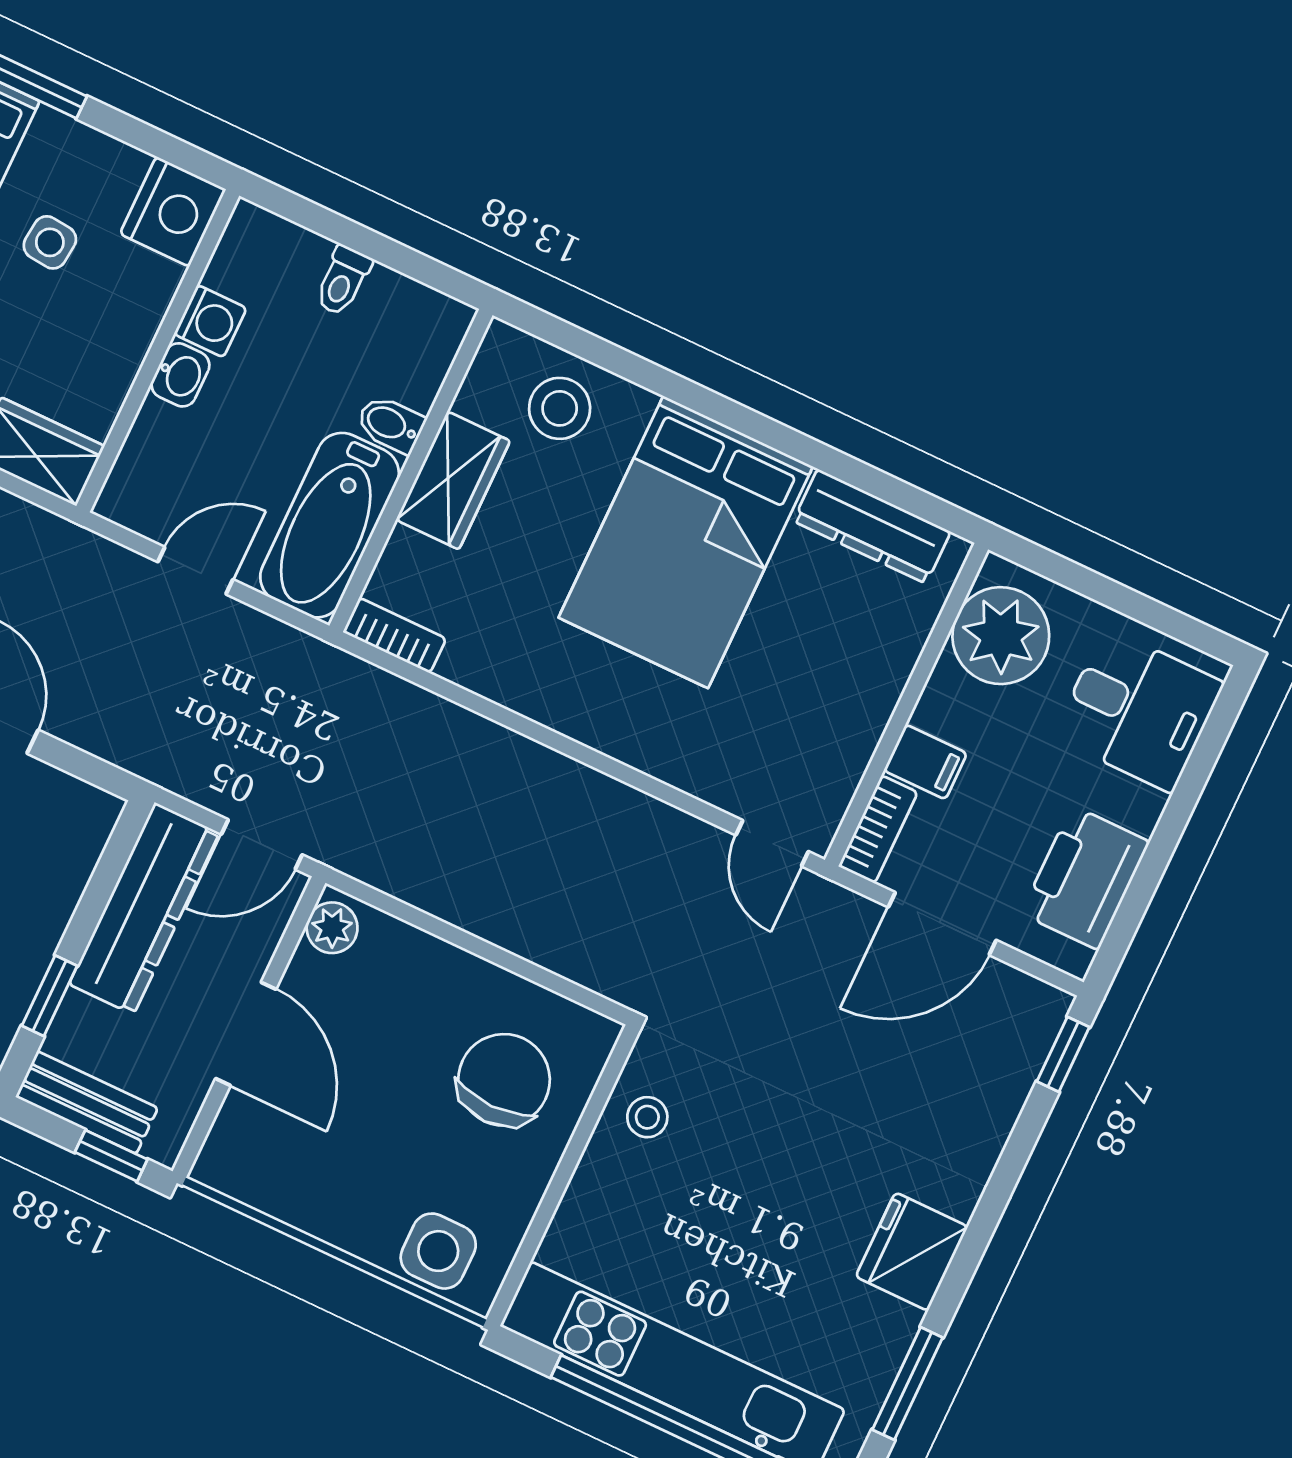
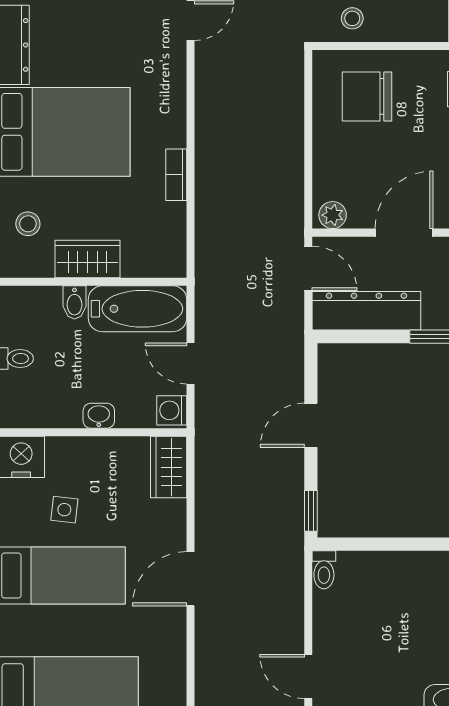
washing machine: (210, 321) -> (172, 410), moved, turned -90
stool: (560, 408) -> (28, 224), width x0.73, depth x0.73
bookcase: (395, 635) -> (176, 175), moved

